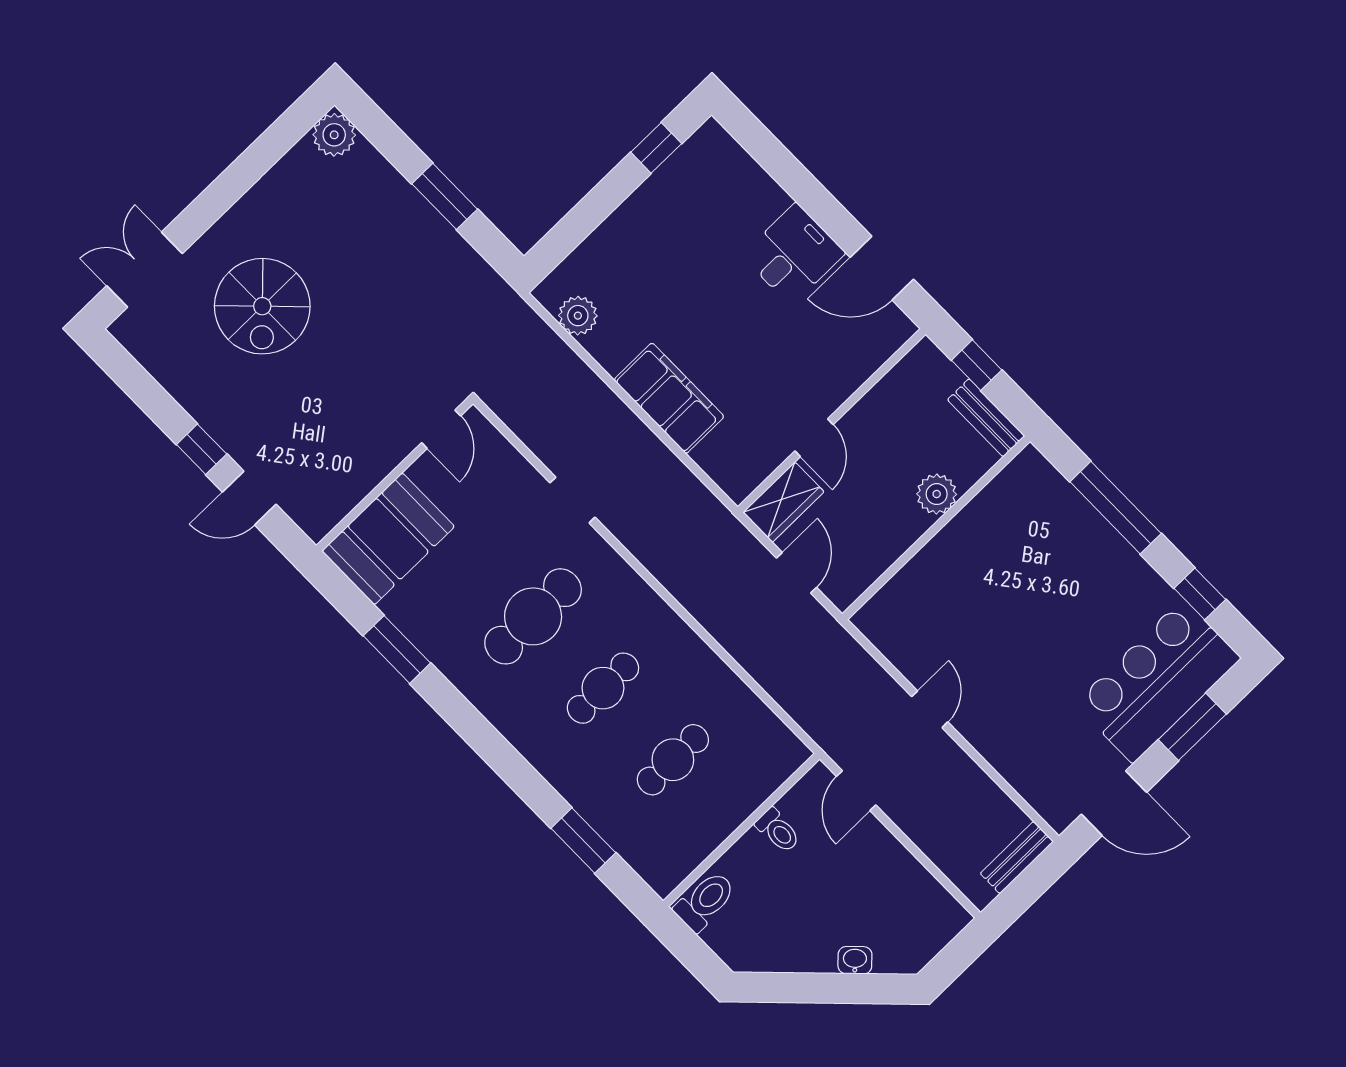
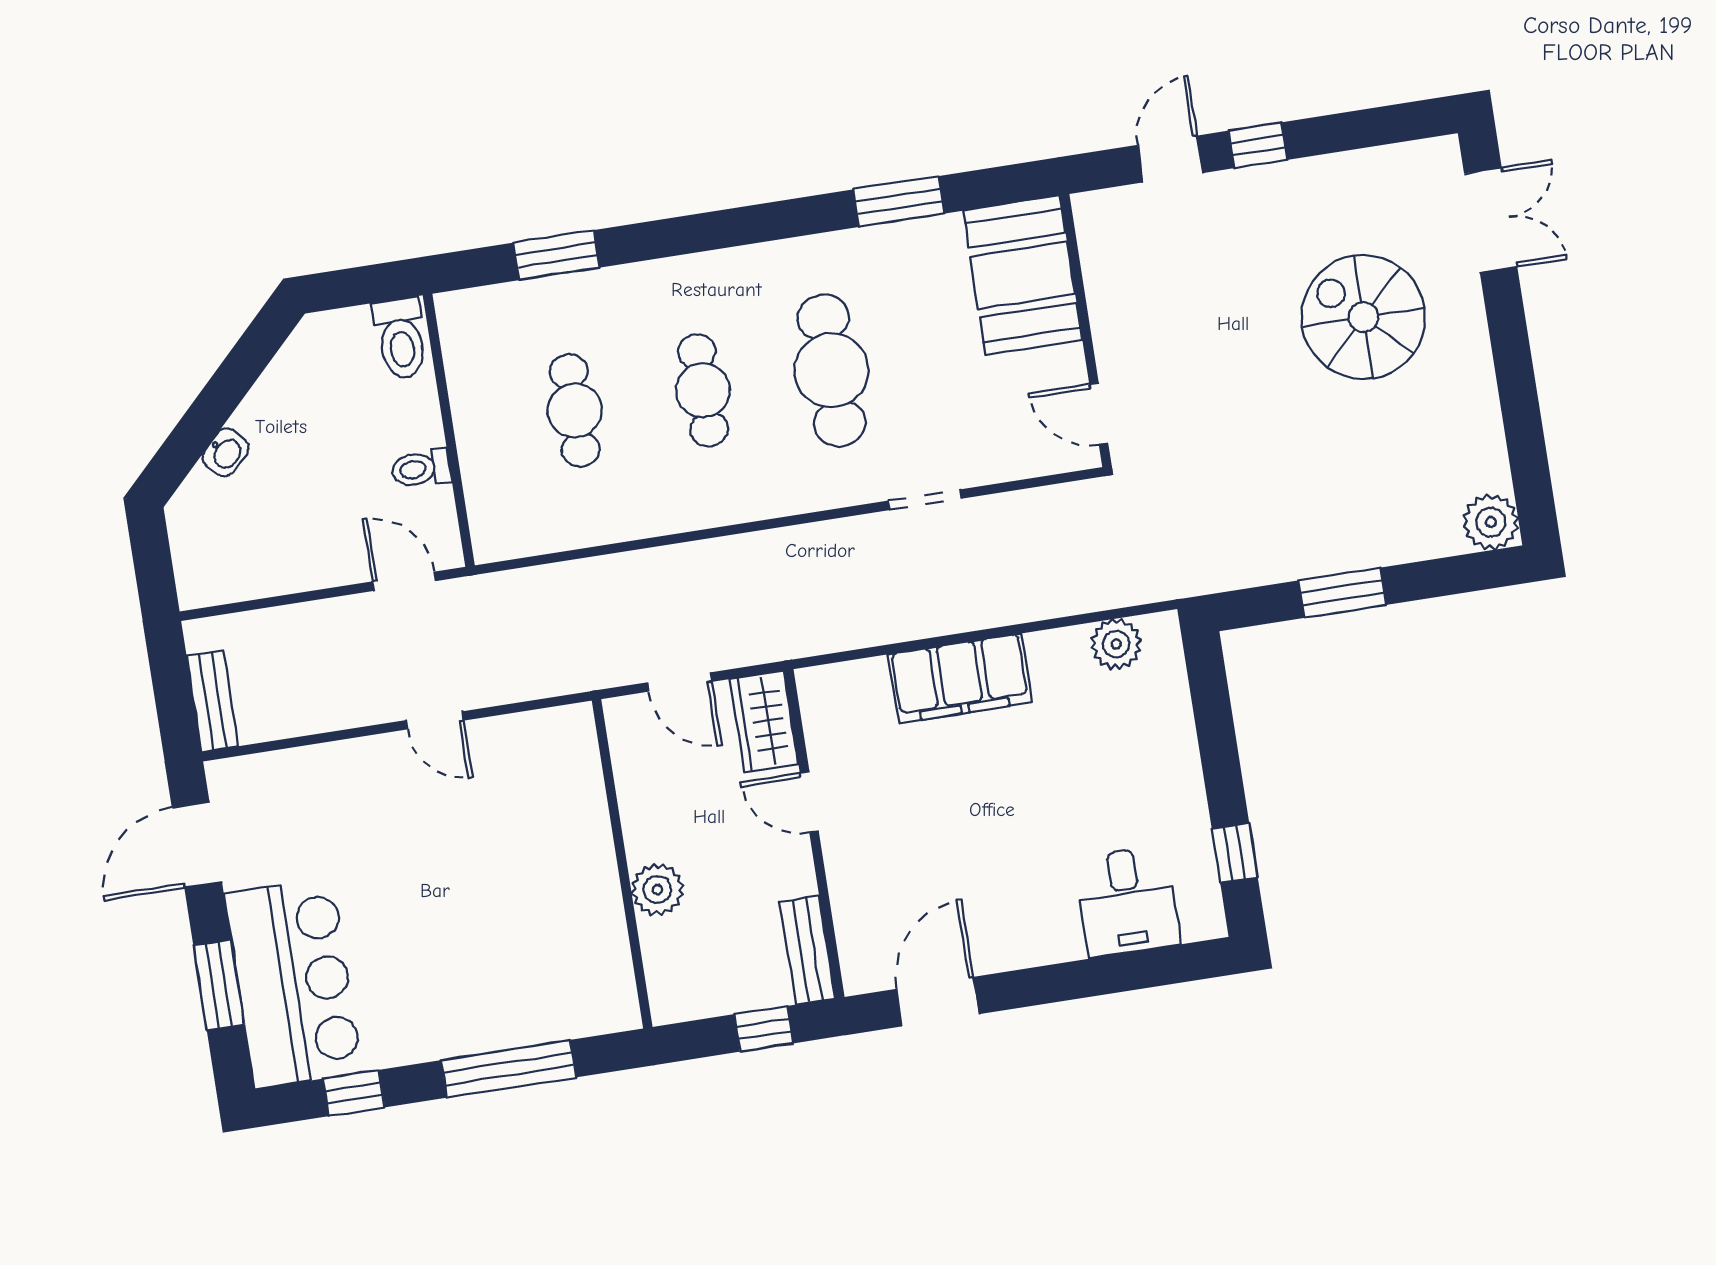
desk: (794, 254) -> (1127, 902), moved
bench: (986, 418) -> (807, 950), moved, turned 90

